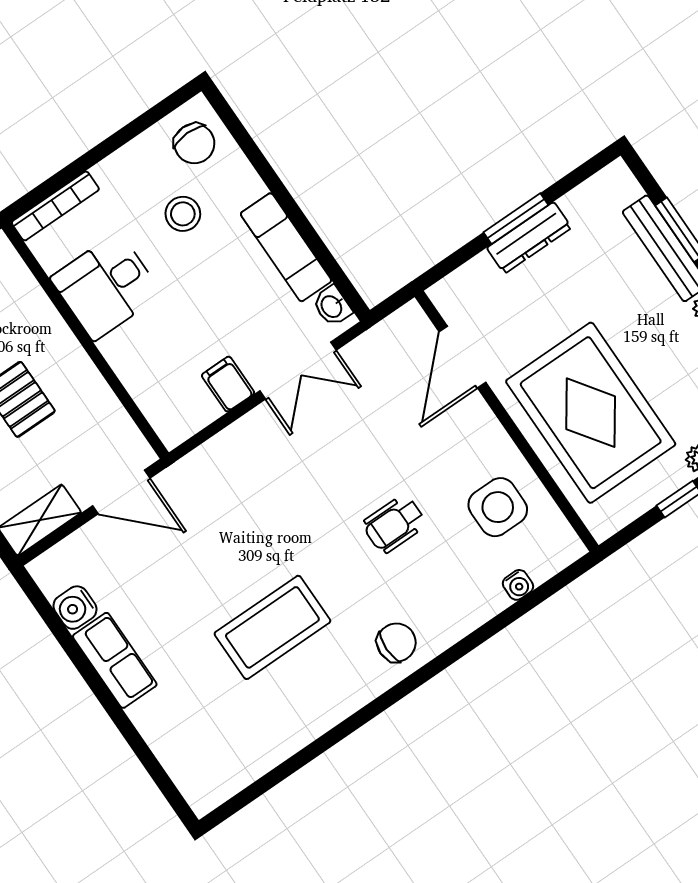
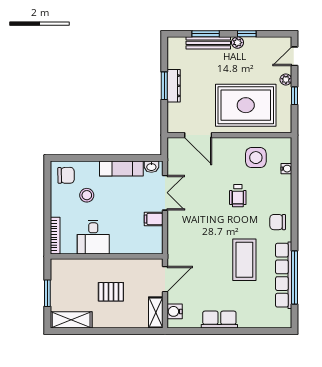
water cooler: (75, 608) -> (175, 311), moved, turned 90
chair: (396, 643) -> (278, 222), turned -90
row of seats: (296, 729) -> (284, 275), added
window: (306, 755) -> (294, 278), added

